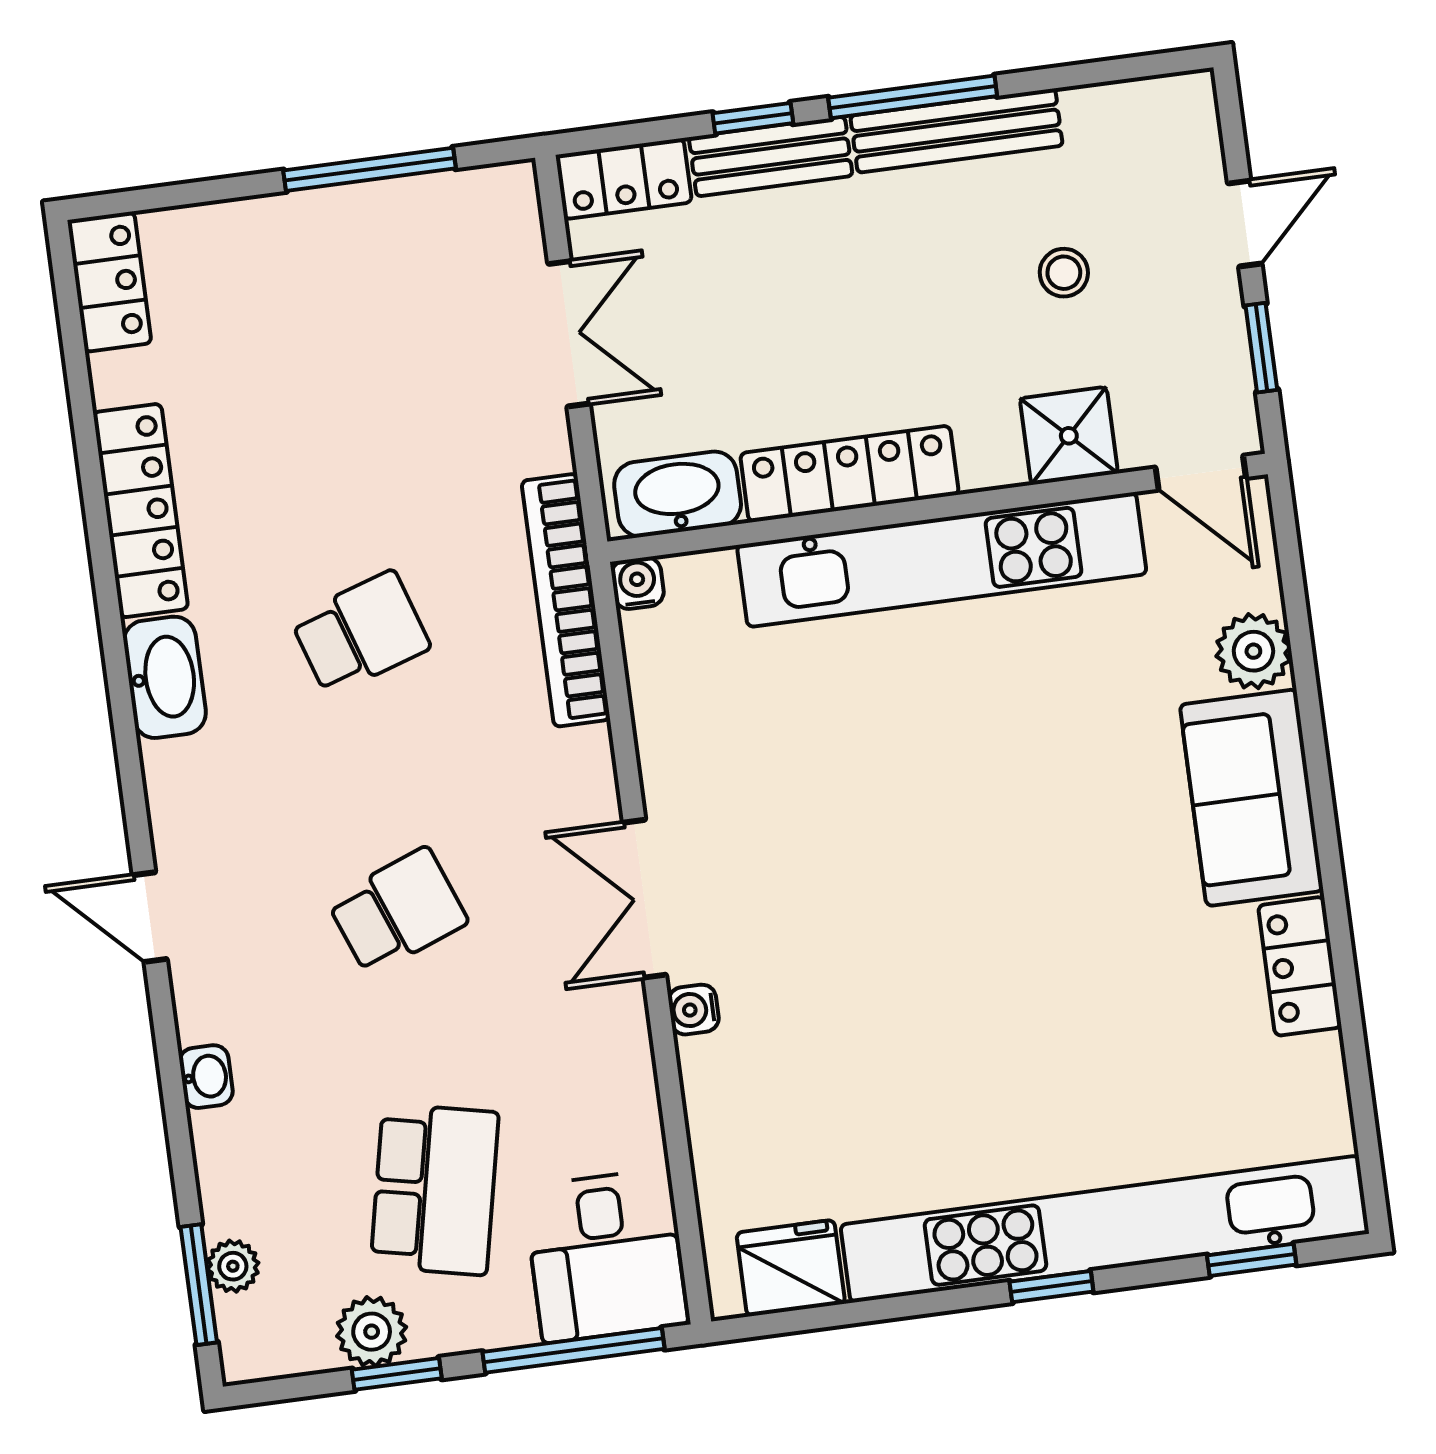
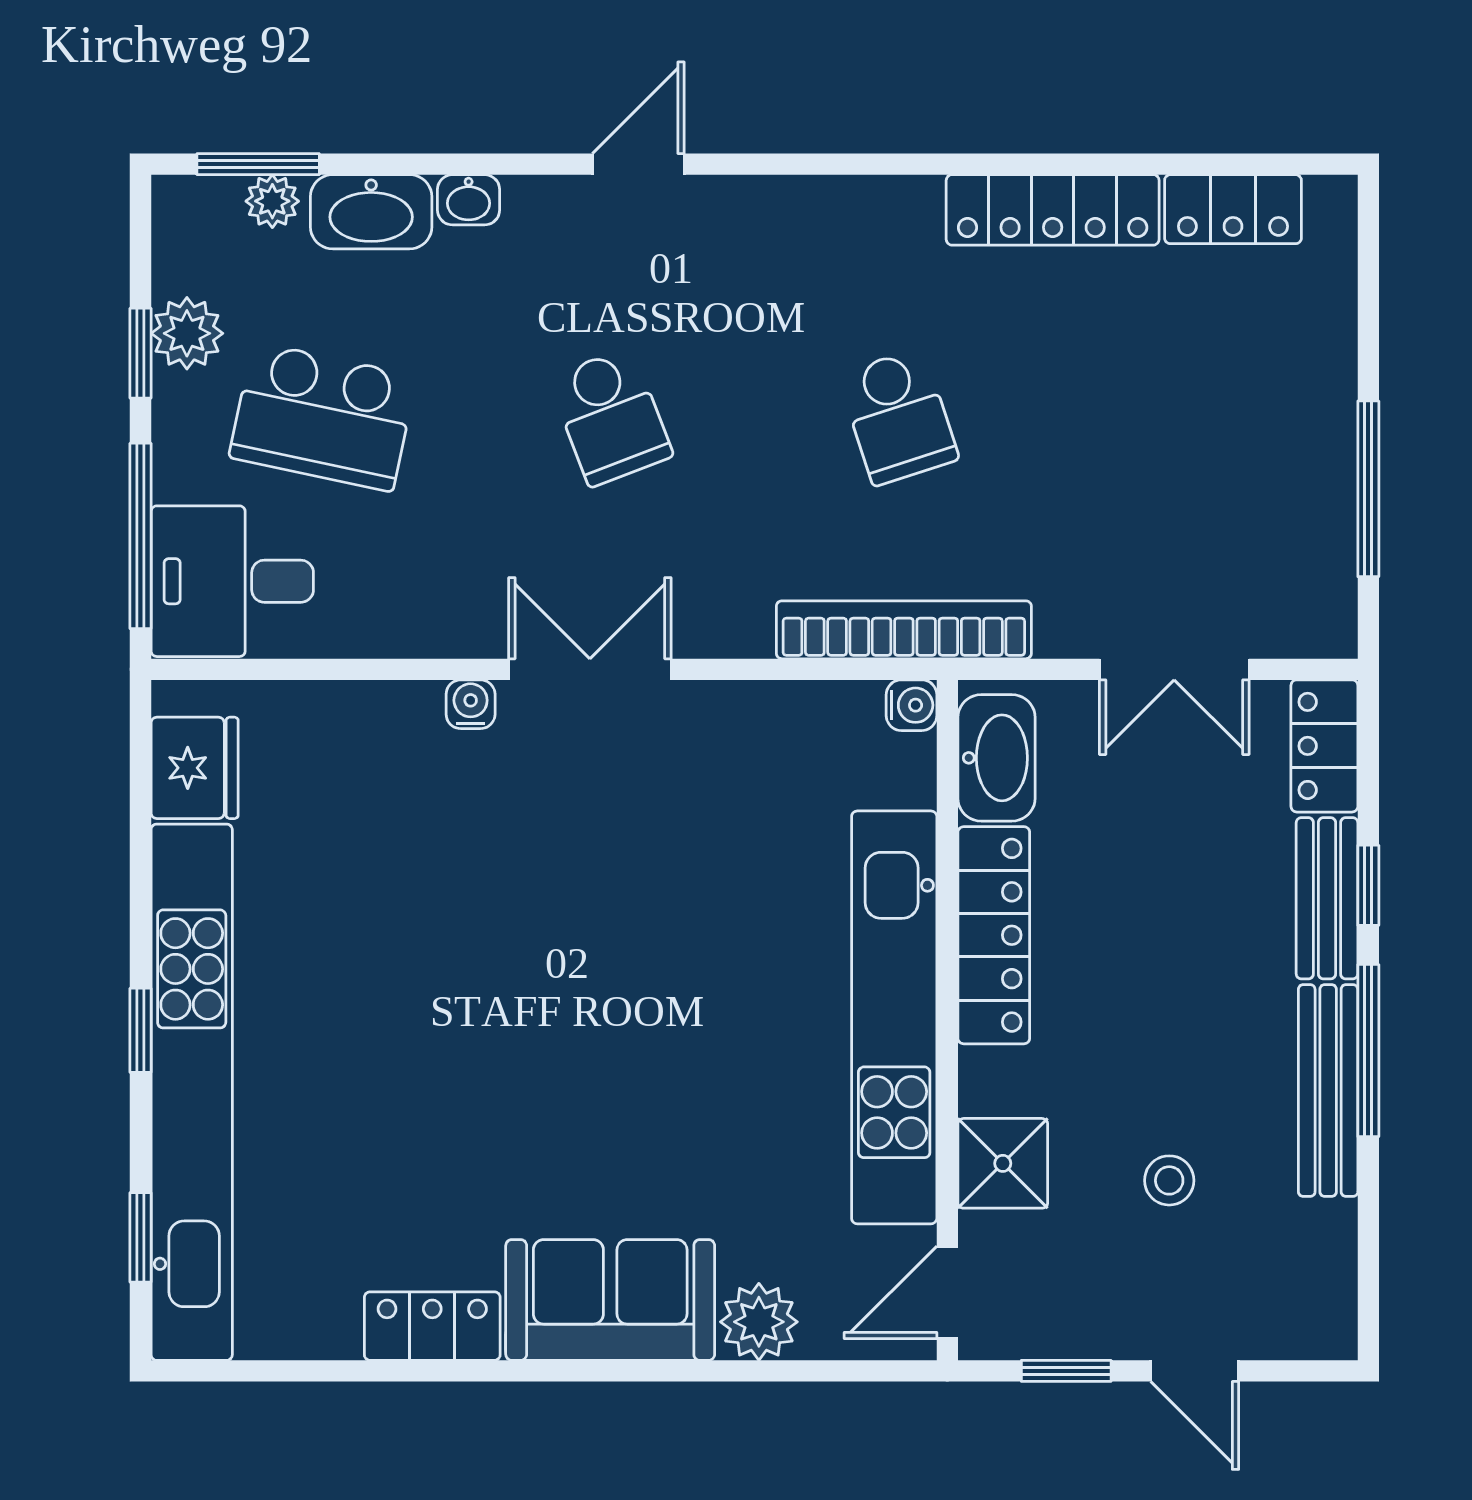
locker: (109, 282) -> (1233, 209), moved
washbasin: (165, 677) -> (371, 212), moved

